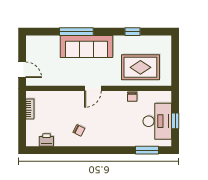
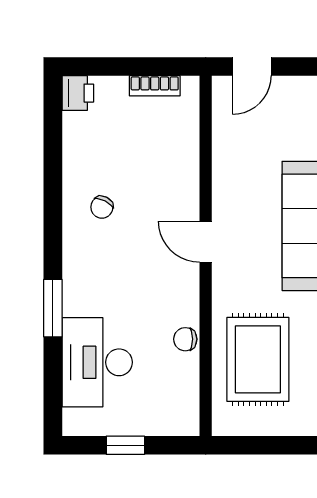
desk: (157, 121) -> (97, 362), moved, turned 90
printer: (46, 140) -> (78, 93), moved
window: (147, 150) -> (53, 308), moved

